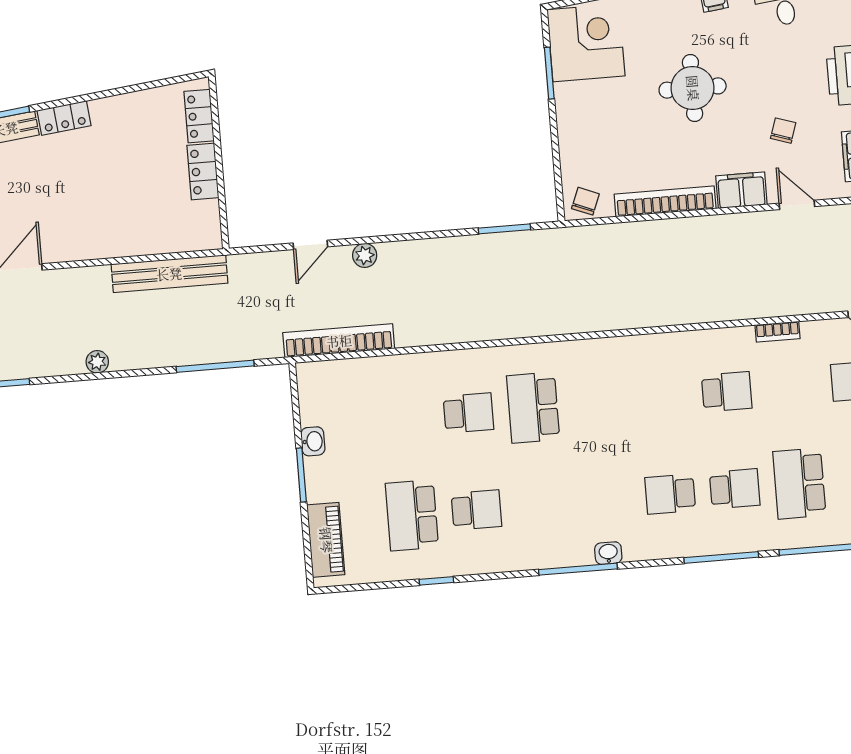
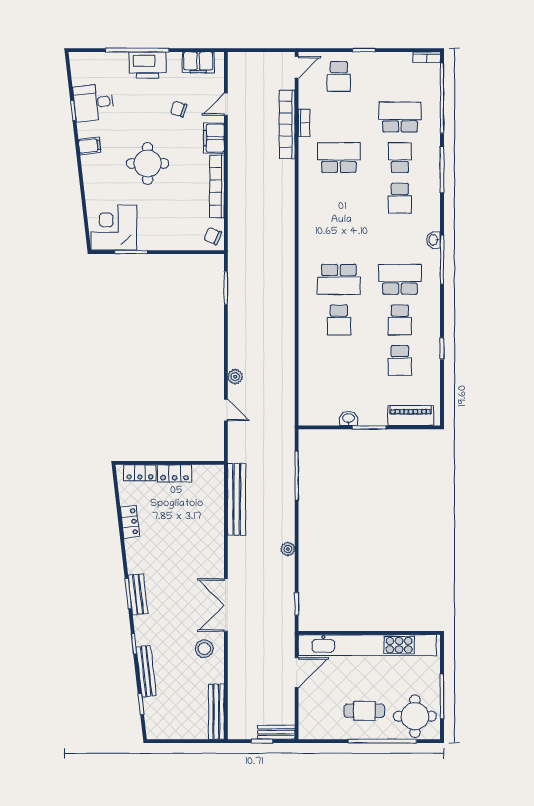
locker: (64, 118) -> (130, 522), moved
bookcase: (339, 341) -> (287, 124), moved
school desk: (727, 392) -> (339, 158), width x1.85
school desk: (469, 413) -> (339, 320), turned 180
school desk: (799, 483) -> (400, 117), turned 180
school desk: (541, 505) -> (400, 279), added
school desk: (476, 510) -> (400, 320), turned 180
school desk: (412, 515) -> (400, 360), width x0.54

